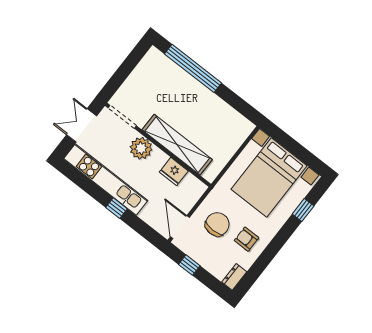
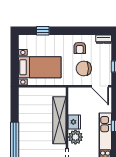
fridge: (174, 172) -> (74, 122), moved
bed with nightstands: (269, 177) -> (40, 67), width x0.73
door: (180, 227) -> (100, 86), hinge flipped

